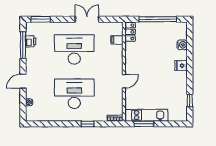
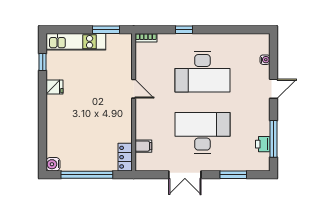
window: (41, 19) -> (233, 175), moved
water cooler: (182, 45) -> (53, 164), moved
desk: (74, 49) -> (202, 133), turned 180
fridge: (181, 66) -> (55, 87), moved
door: (124, 81) -> (134, 89), swing flipped
kitchen unit: (146, 115) -> (76, 42), moved

